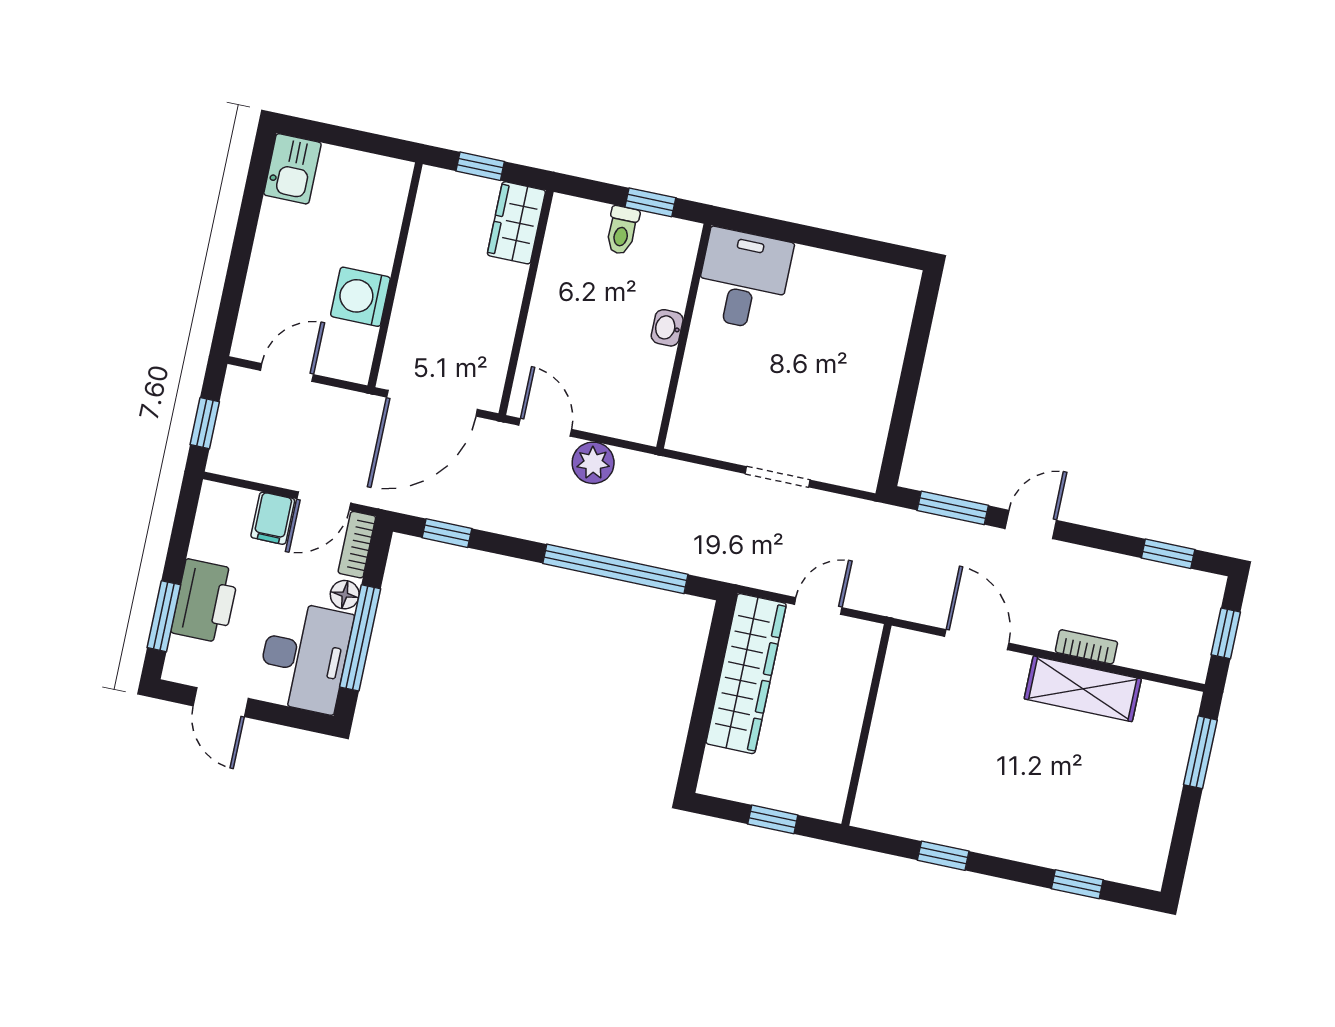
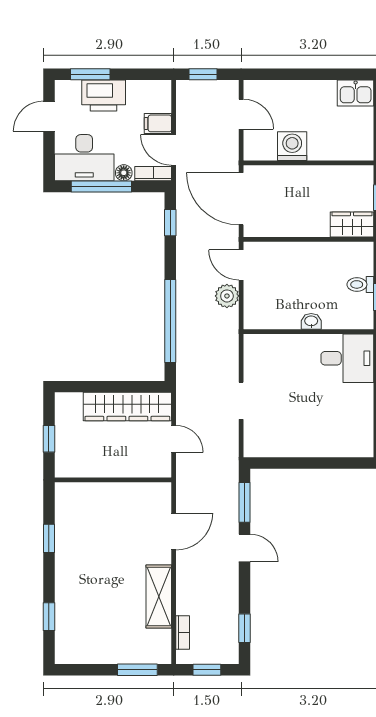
door: (545, 427) -> (241, 265), swing flipped
bookcase: (1086, 647) -> (183, 632), moved

